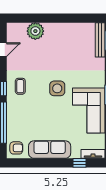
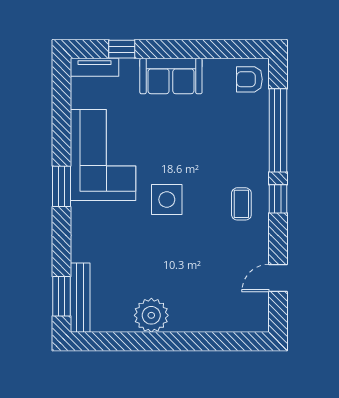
plant: (35, 31) -> (151, 315), moved
sofa: (50, 150) -> (171, 76), width x0.73

